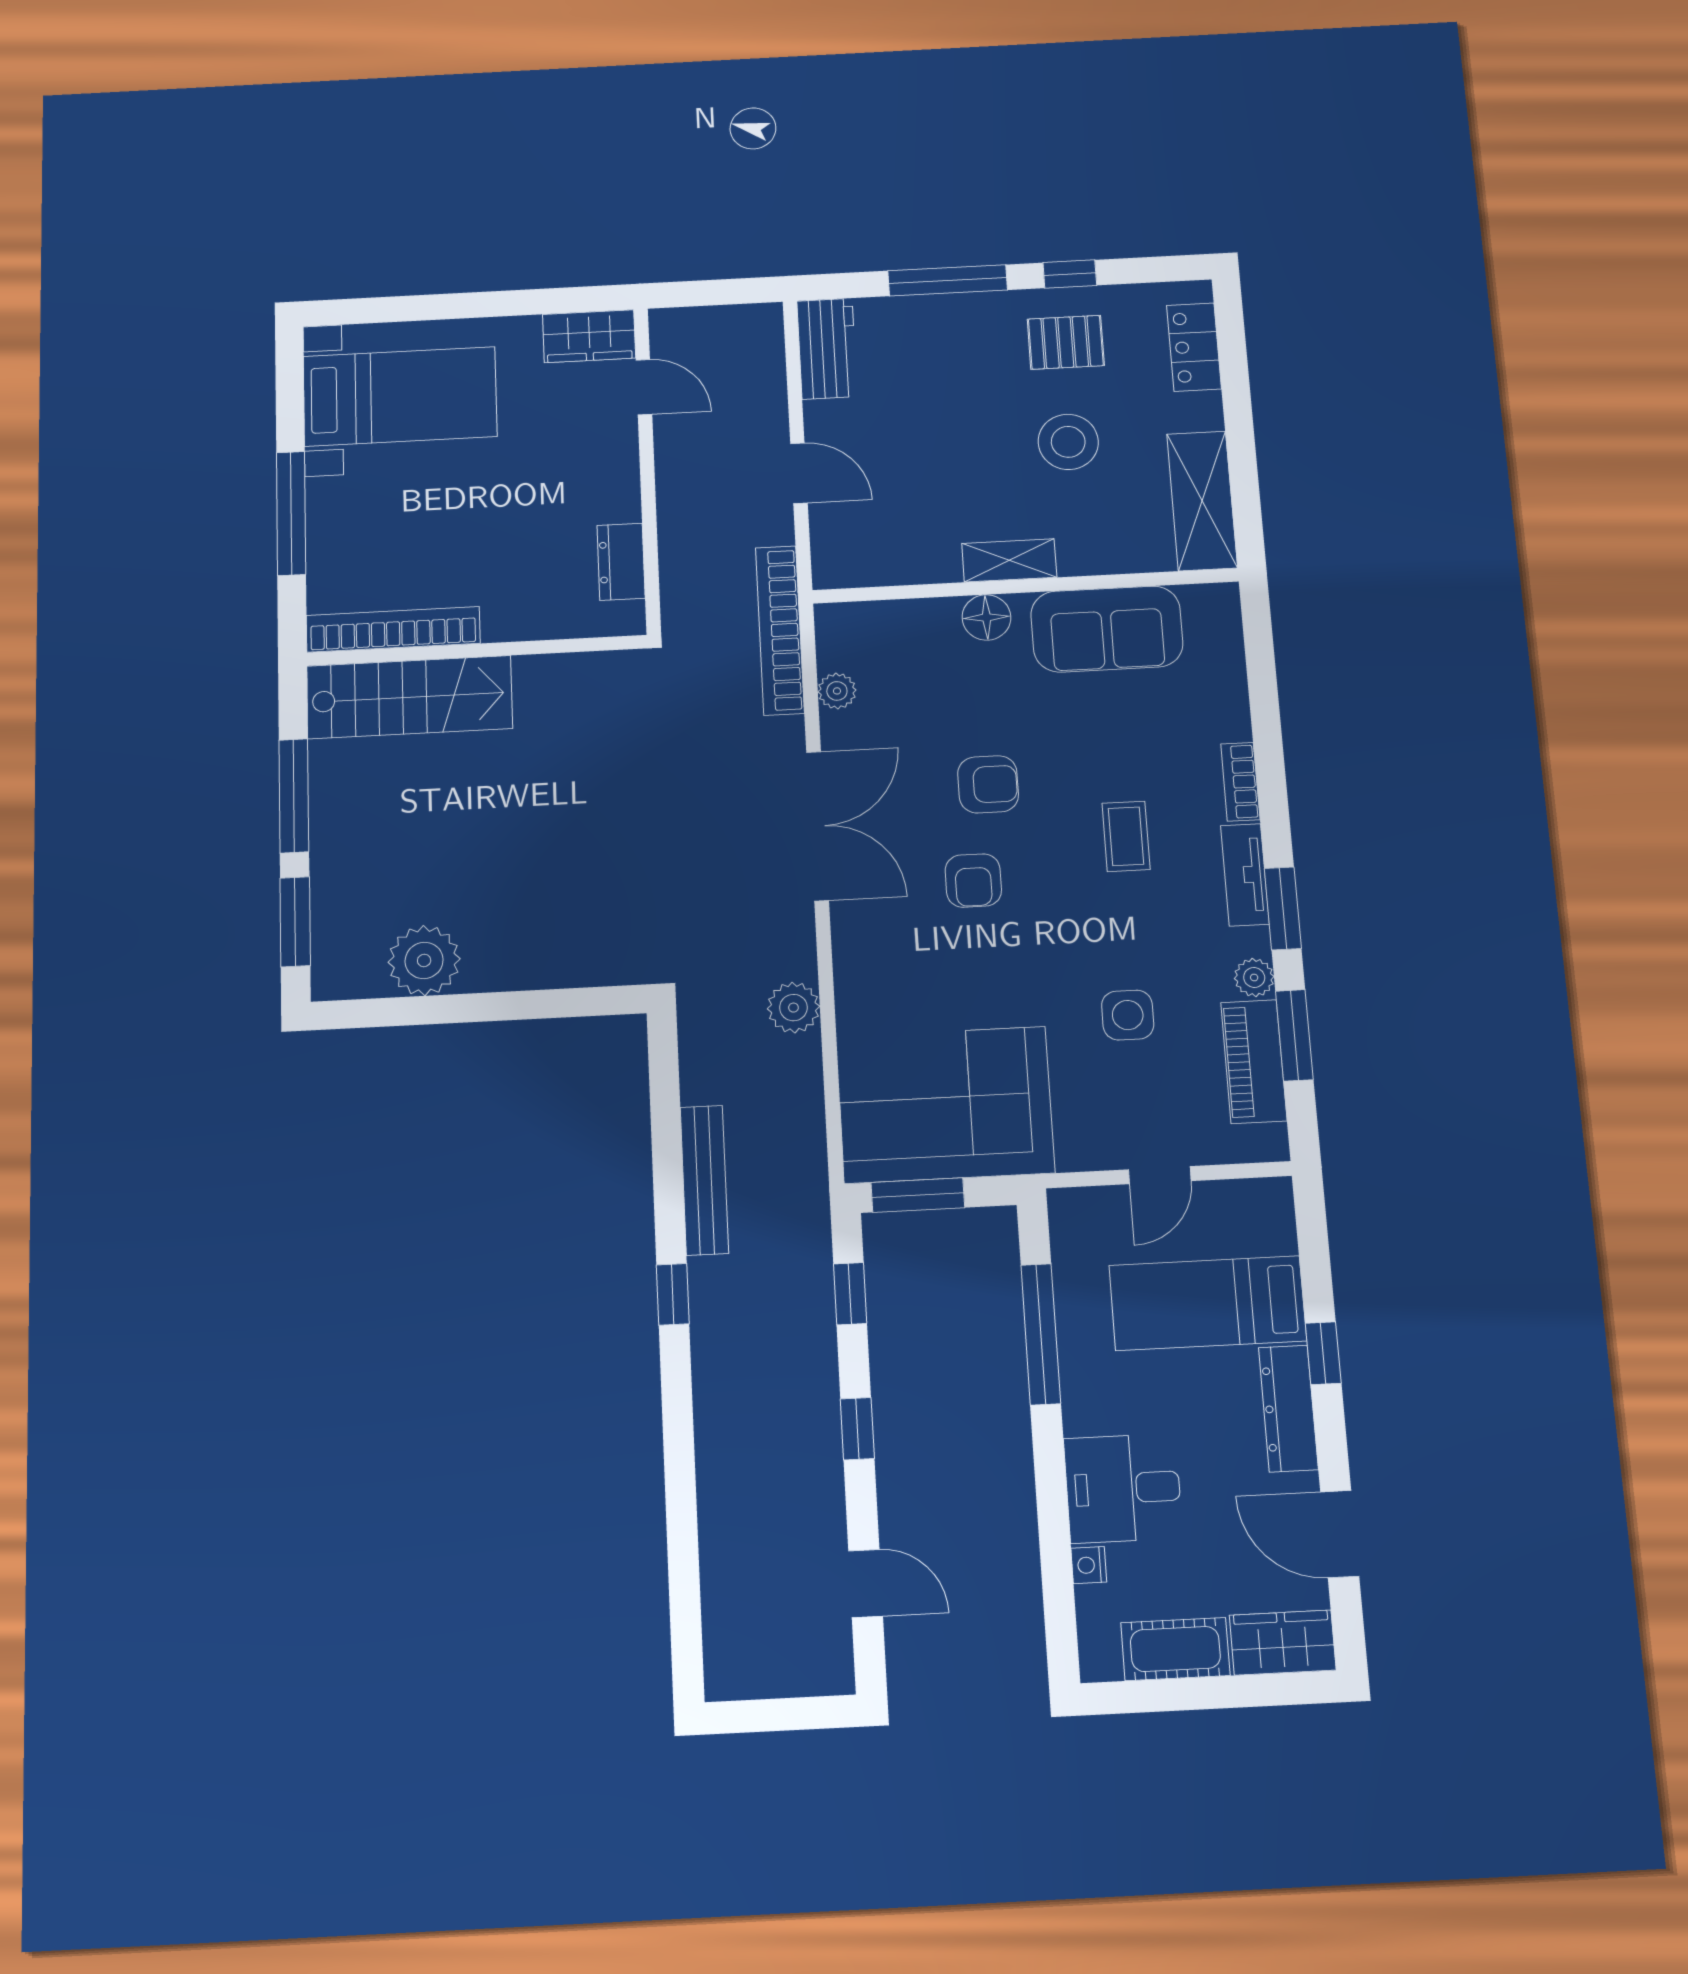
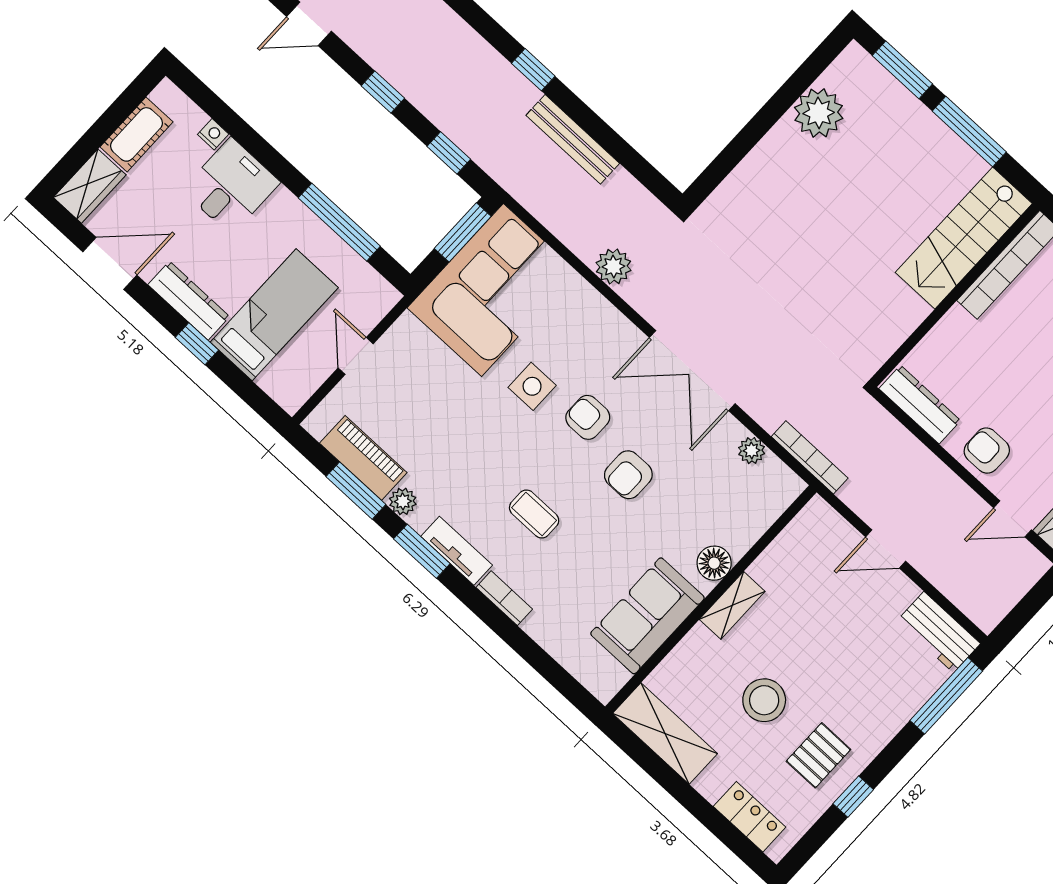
window: (948, 280) -> (946, 696), moved
armchair: (601, 474) -> (987, 451), added
dresser: (621, 562) -> (920, 405), width x1.44
bookcase: (780, 630) -> (810, 457), width x0.68, depth x0.76
side table: (1128, 1015) -> (532, 386), moved

